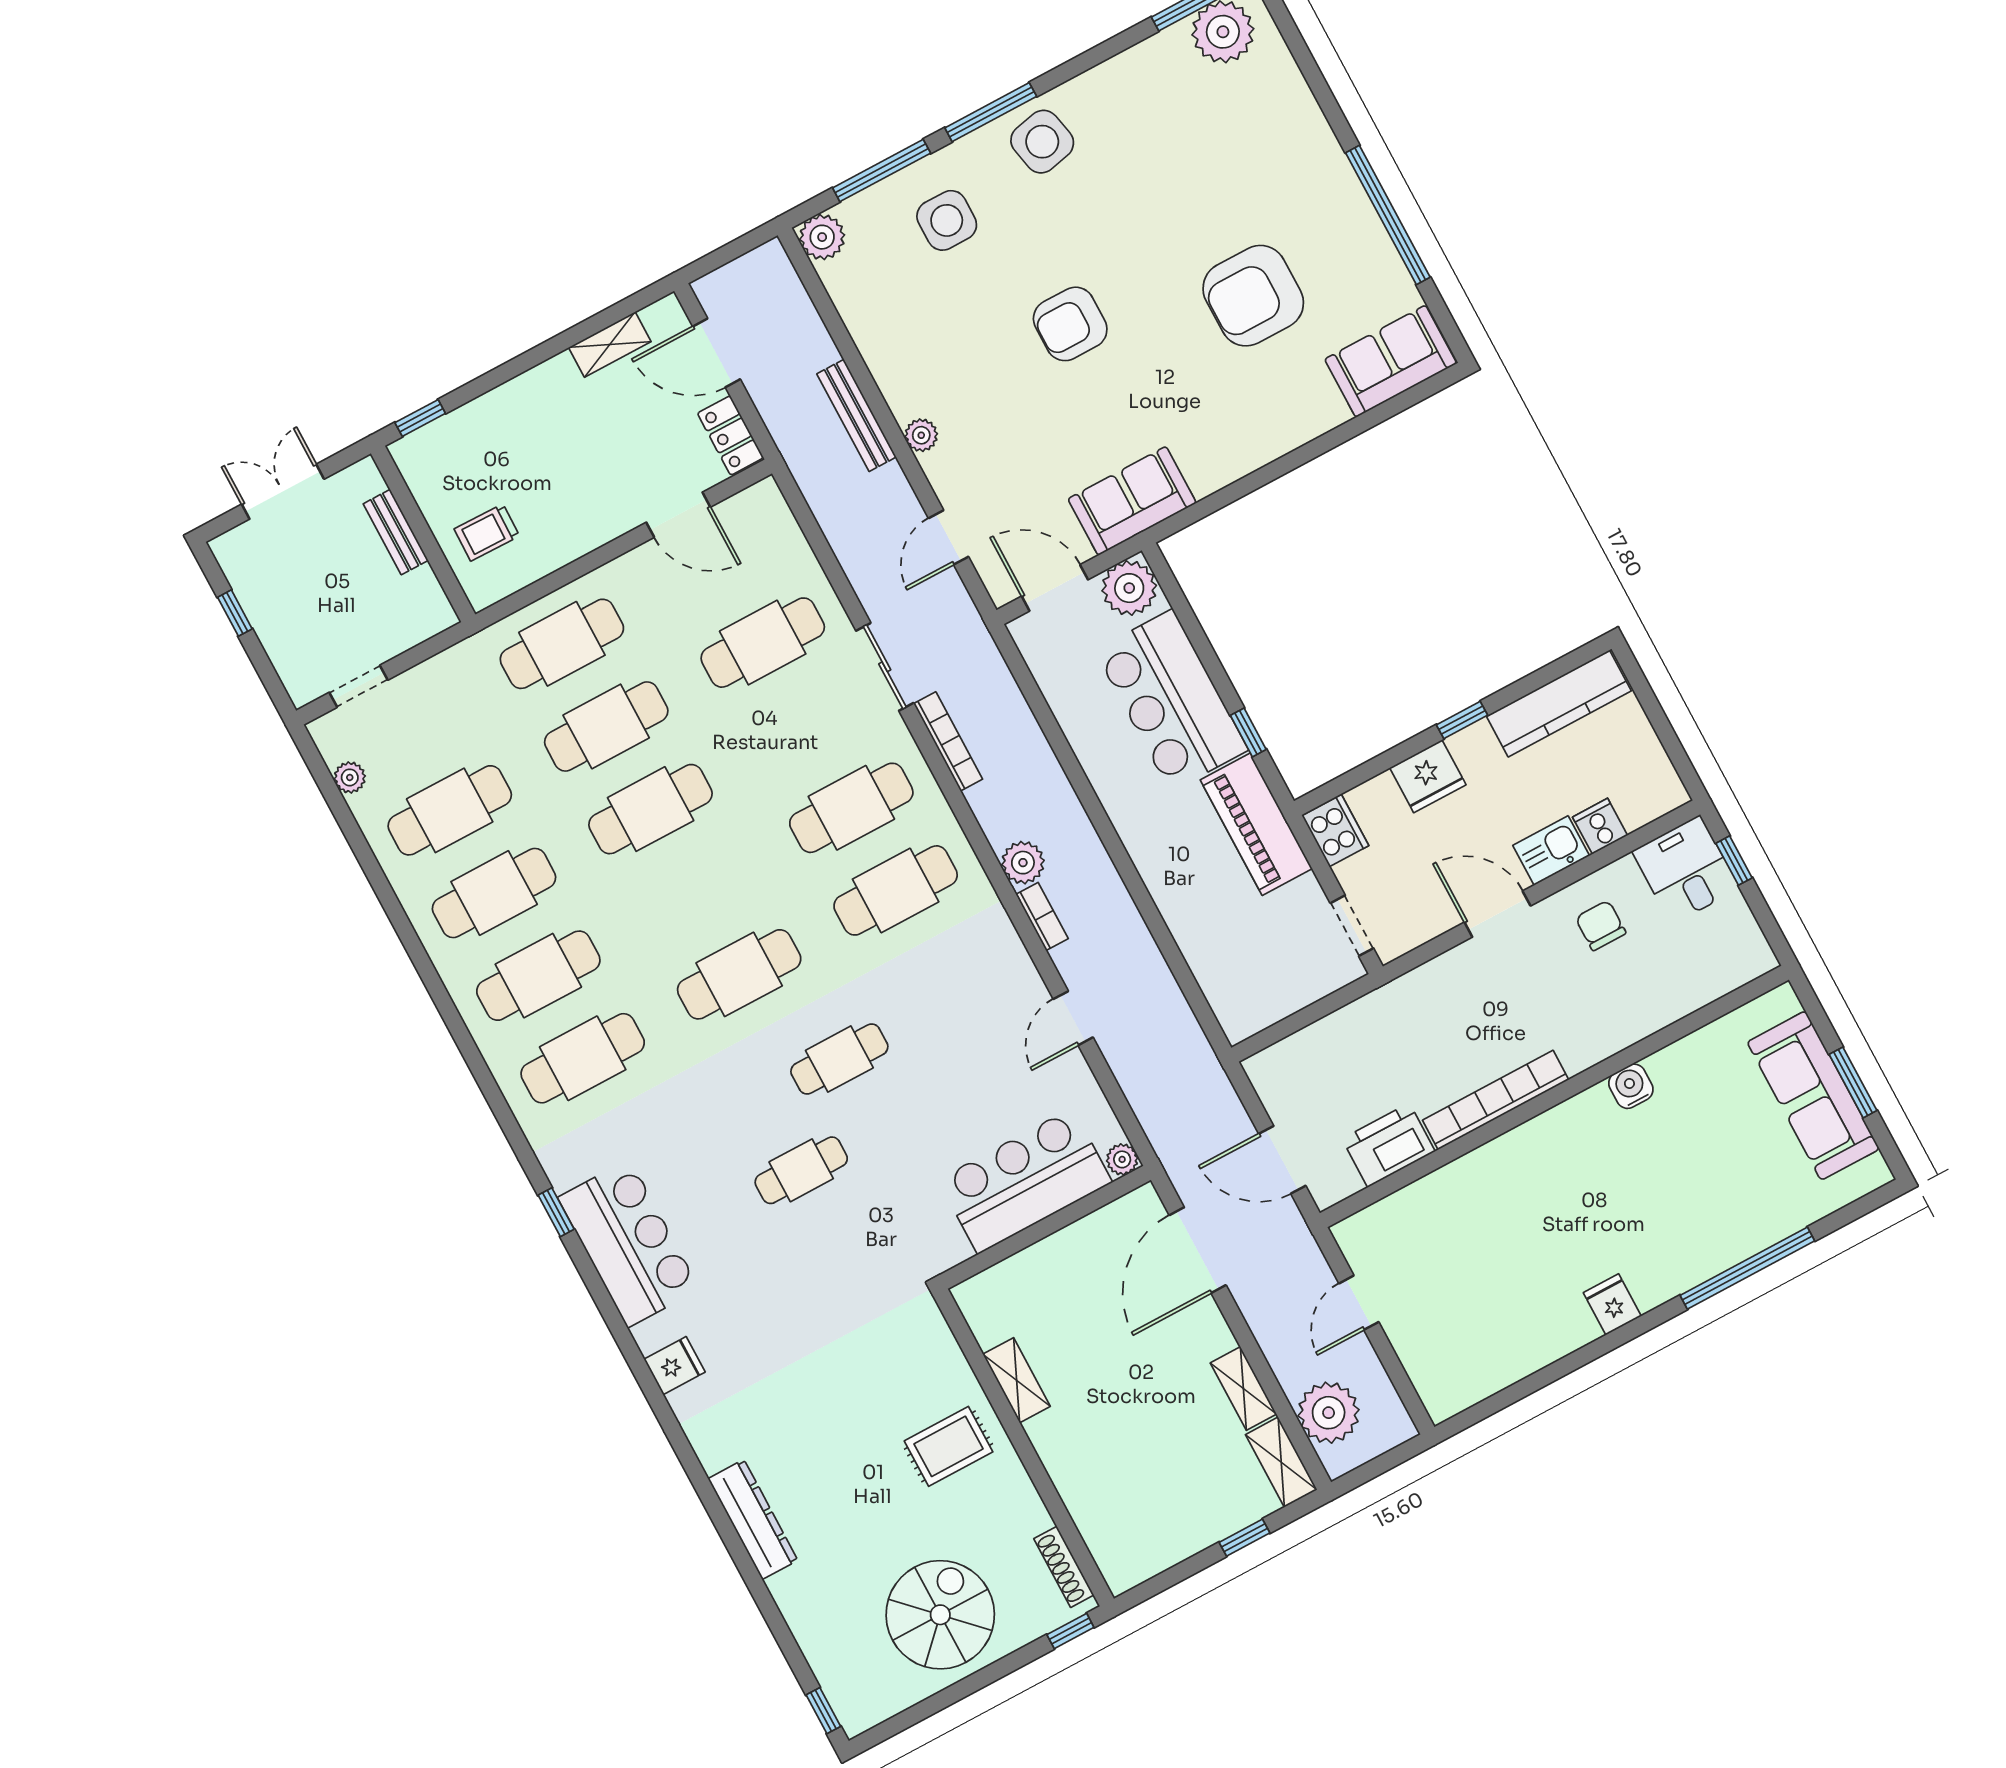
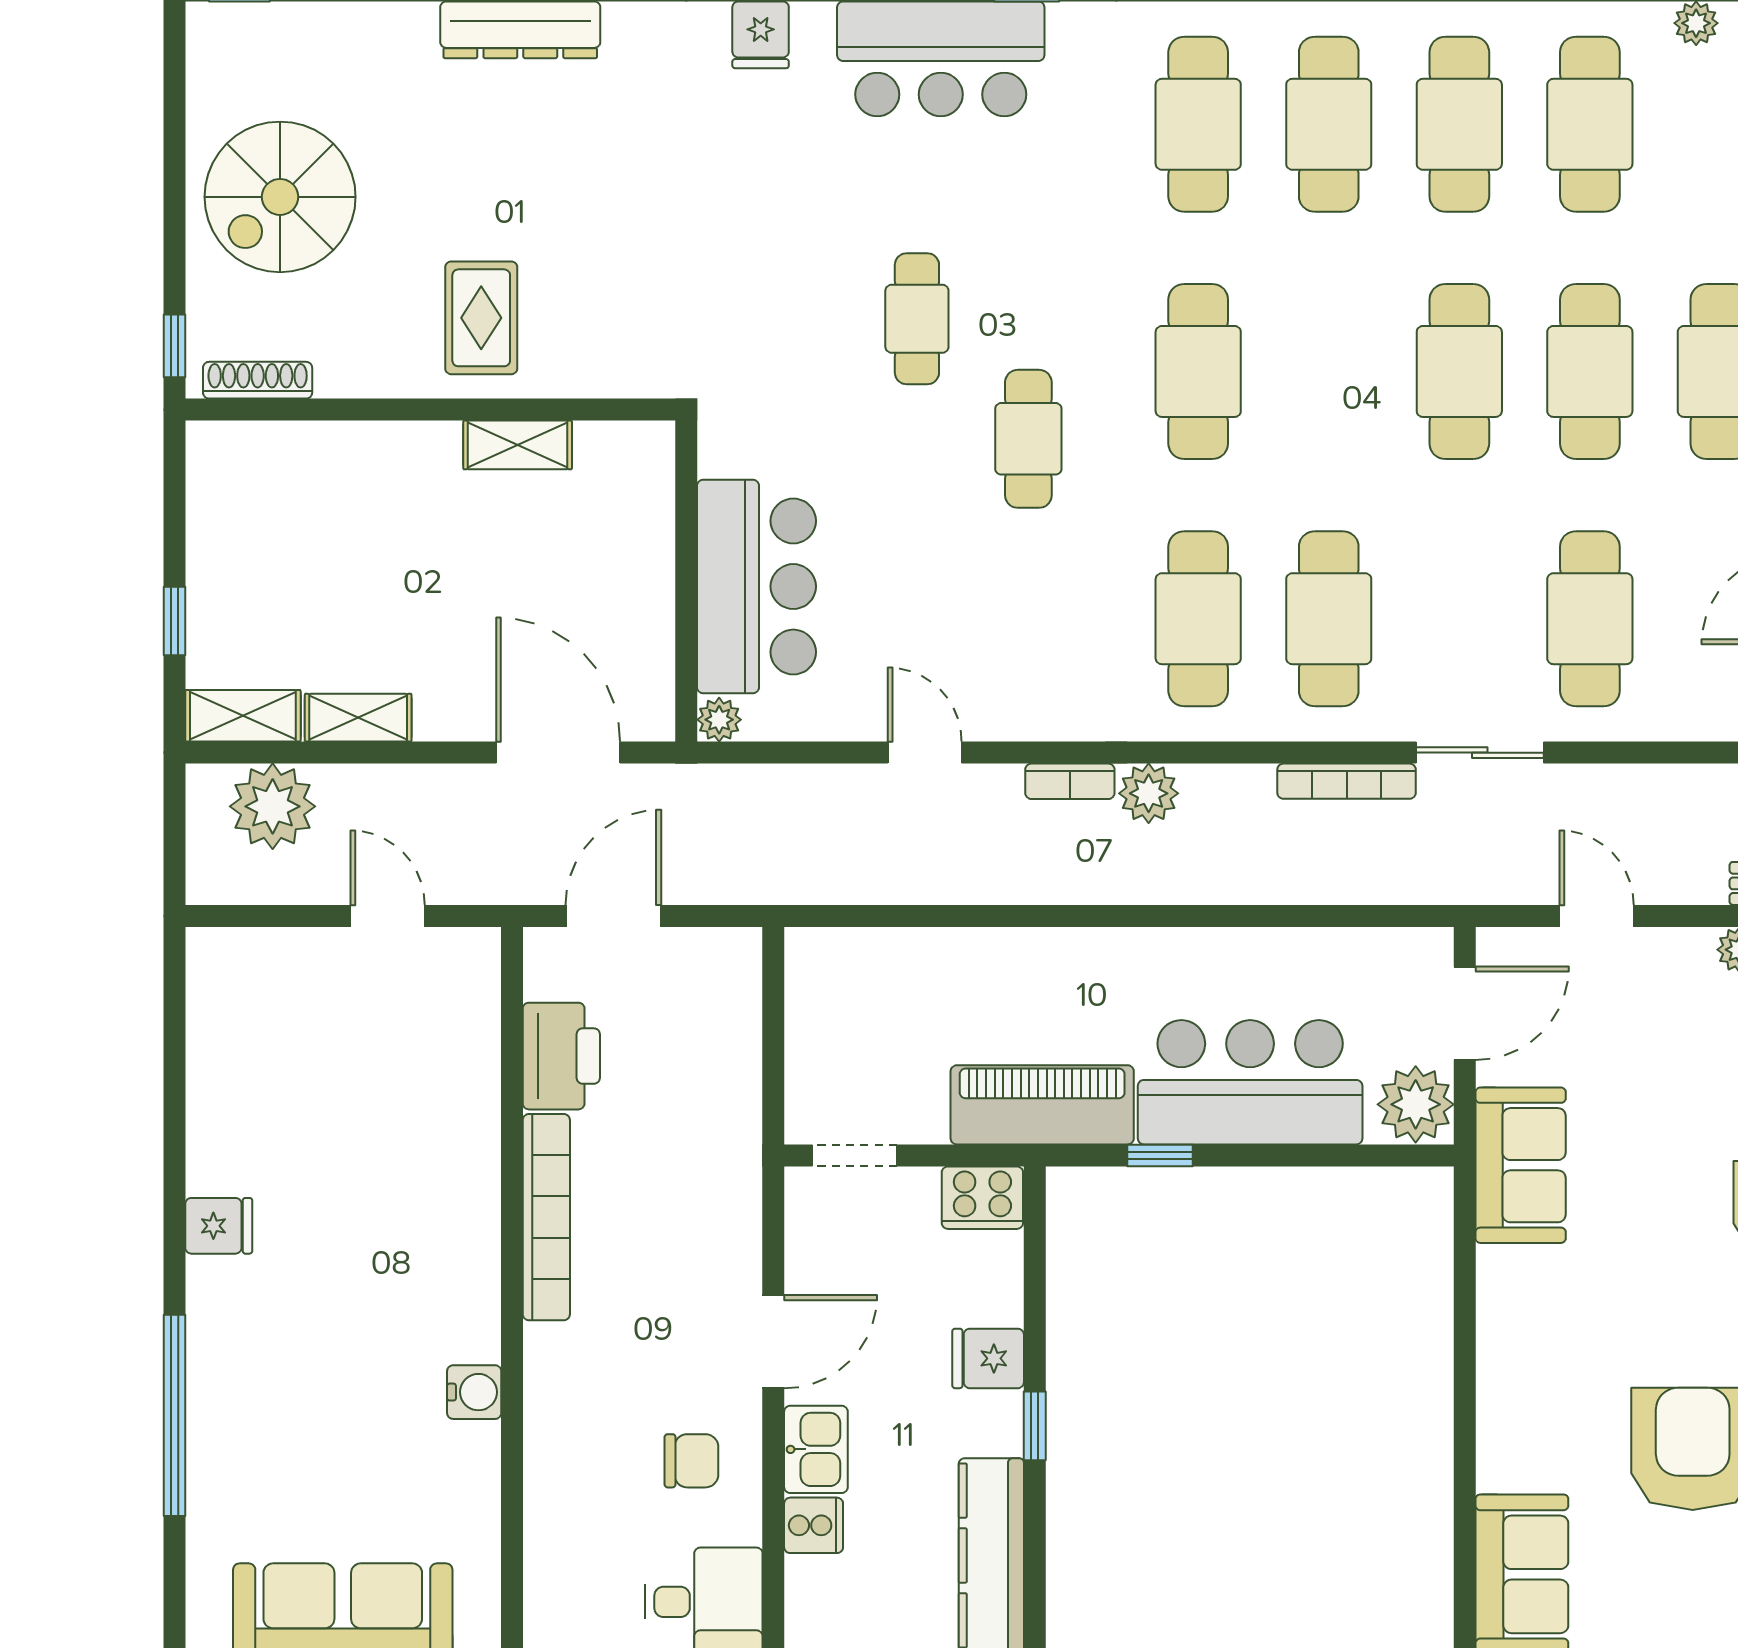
fridge: (1428, 776) -> (988, 1358), width x0.72
spiral stairs: (940, 1615) -> (280, 197), turned 90

